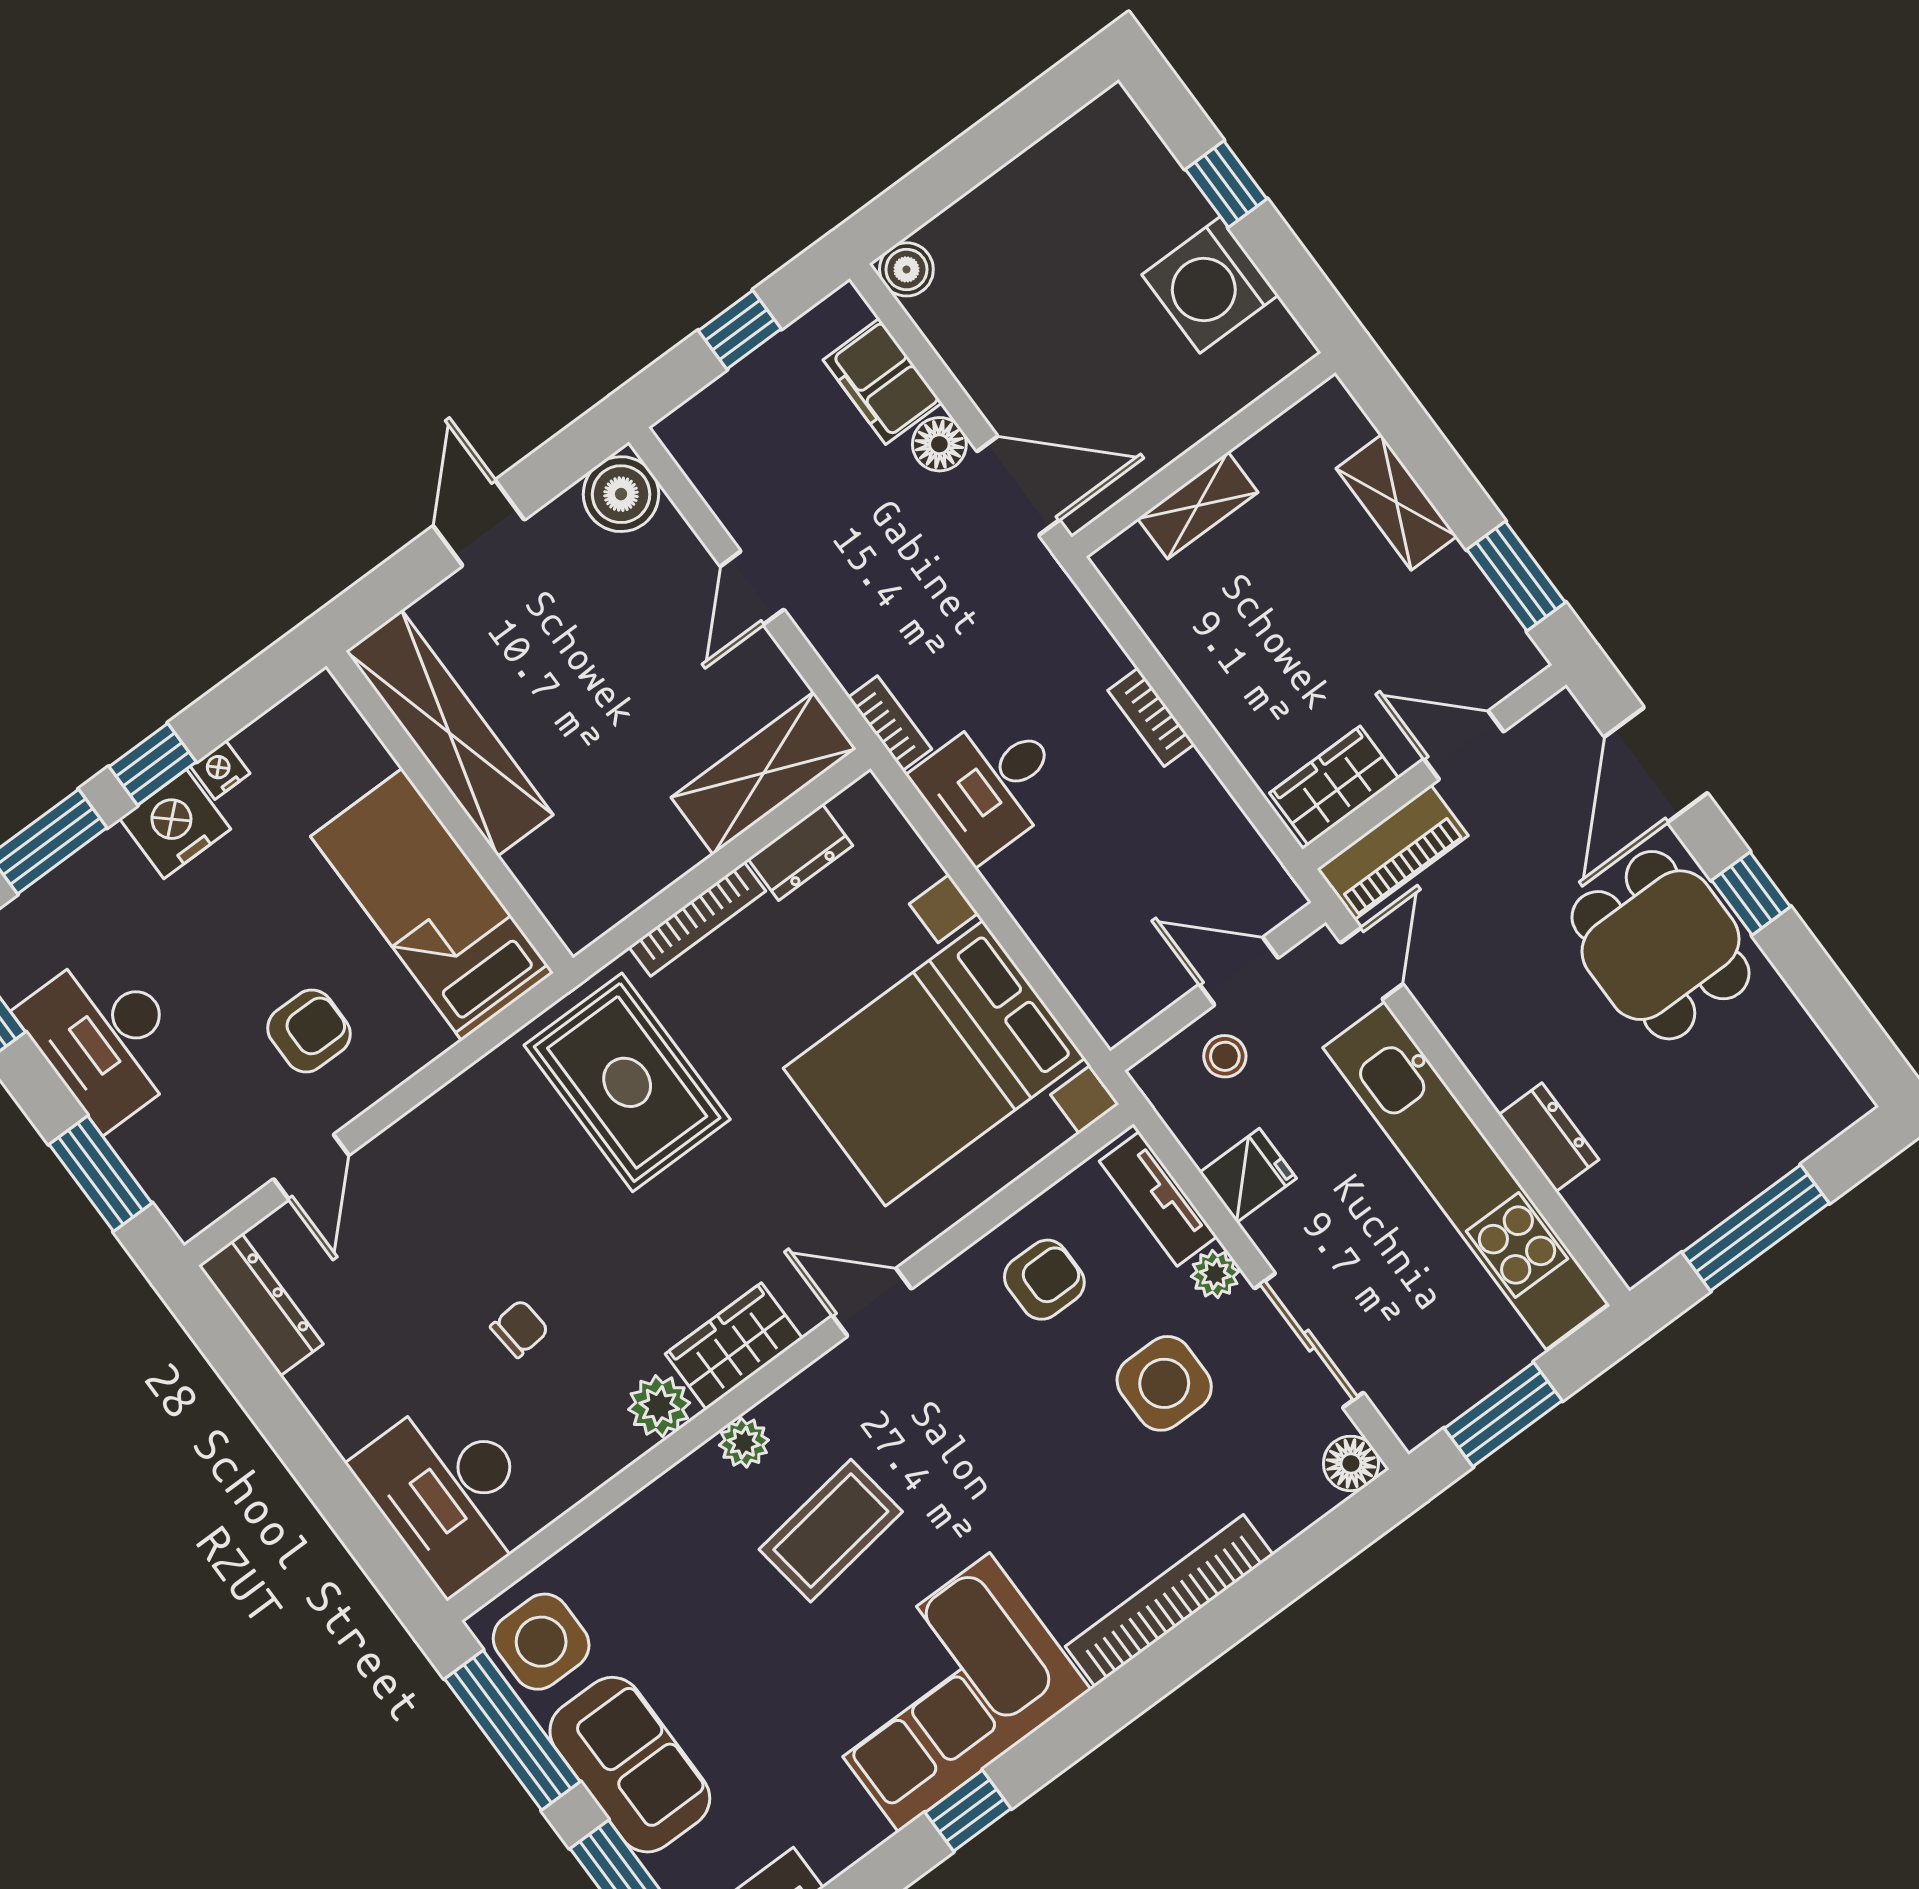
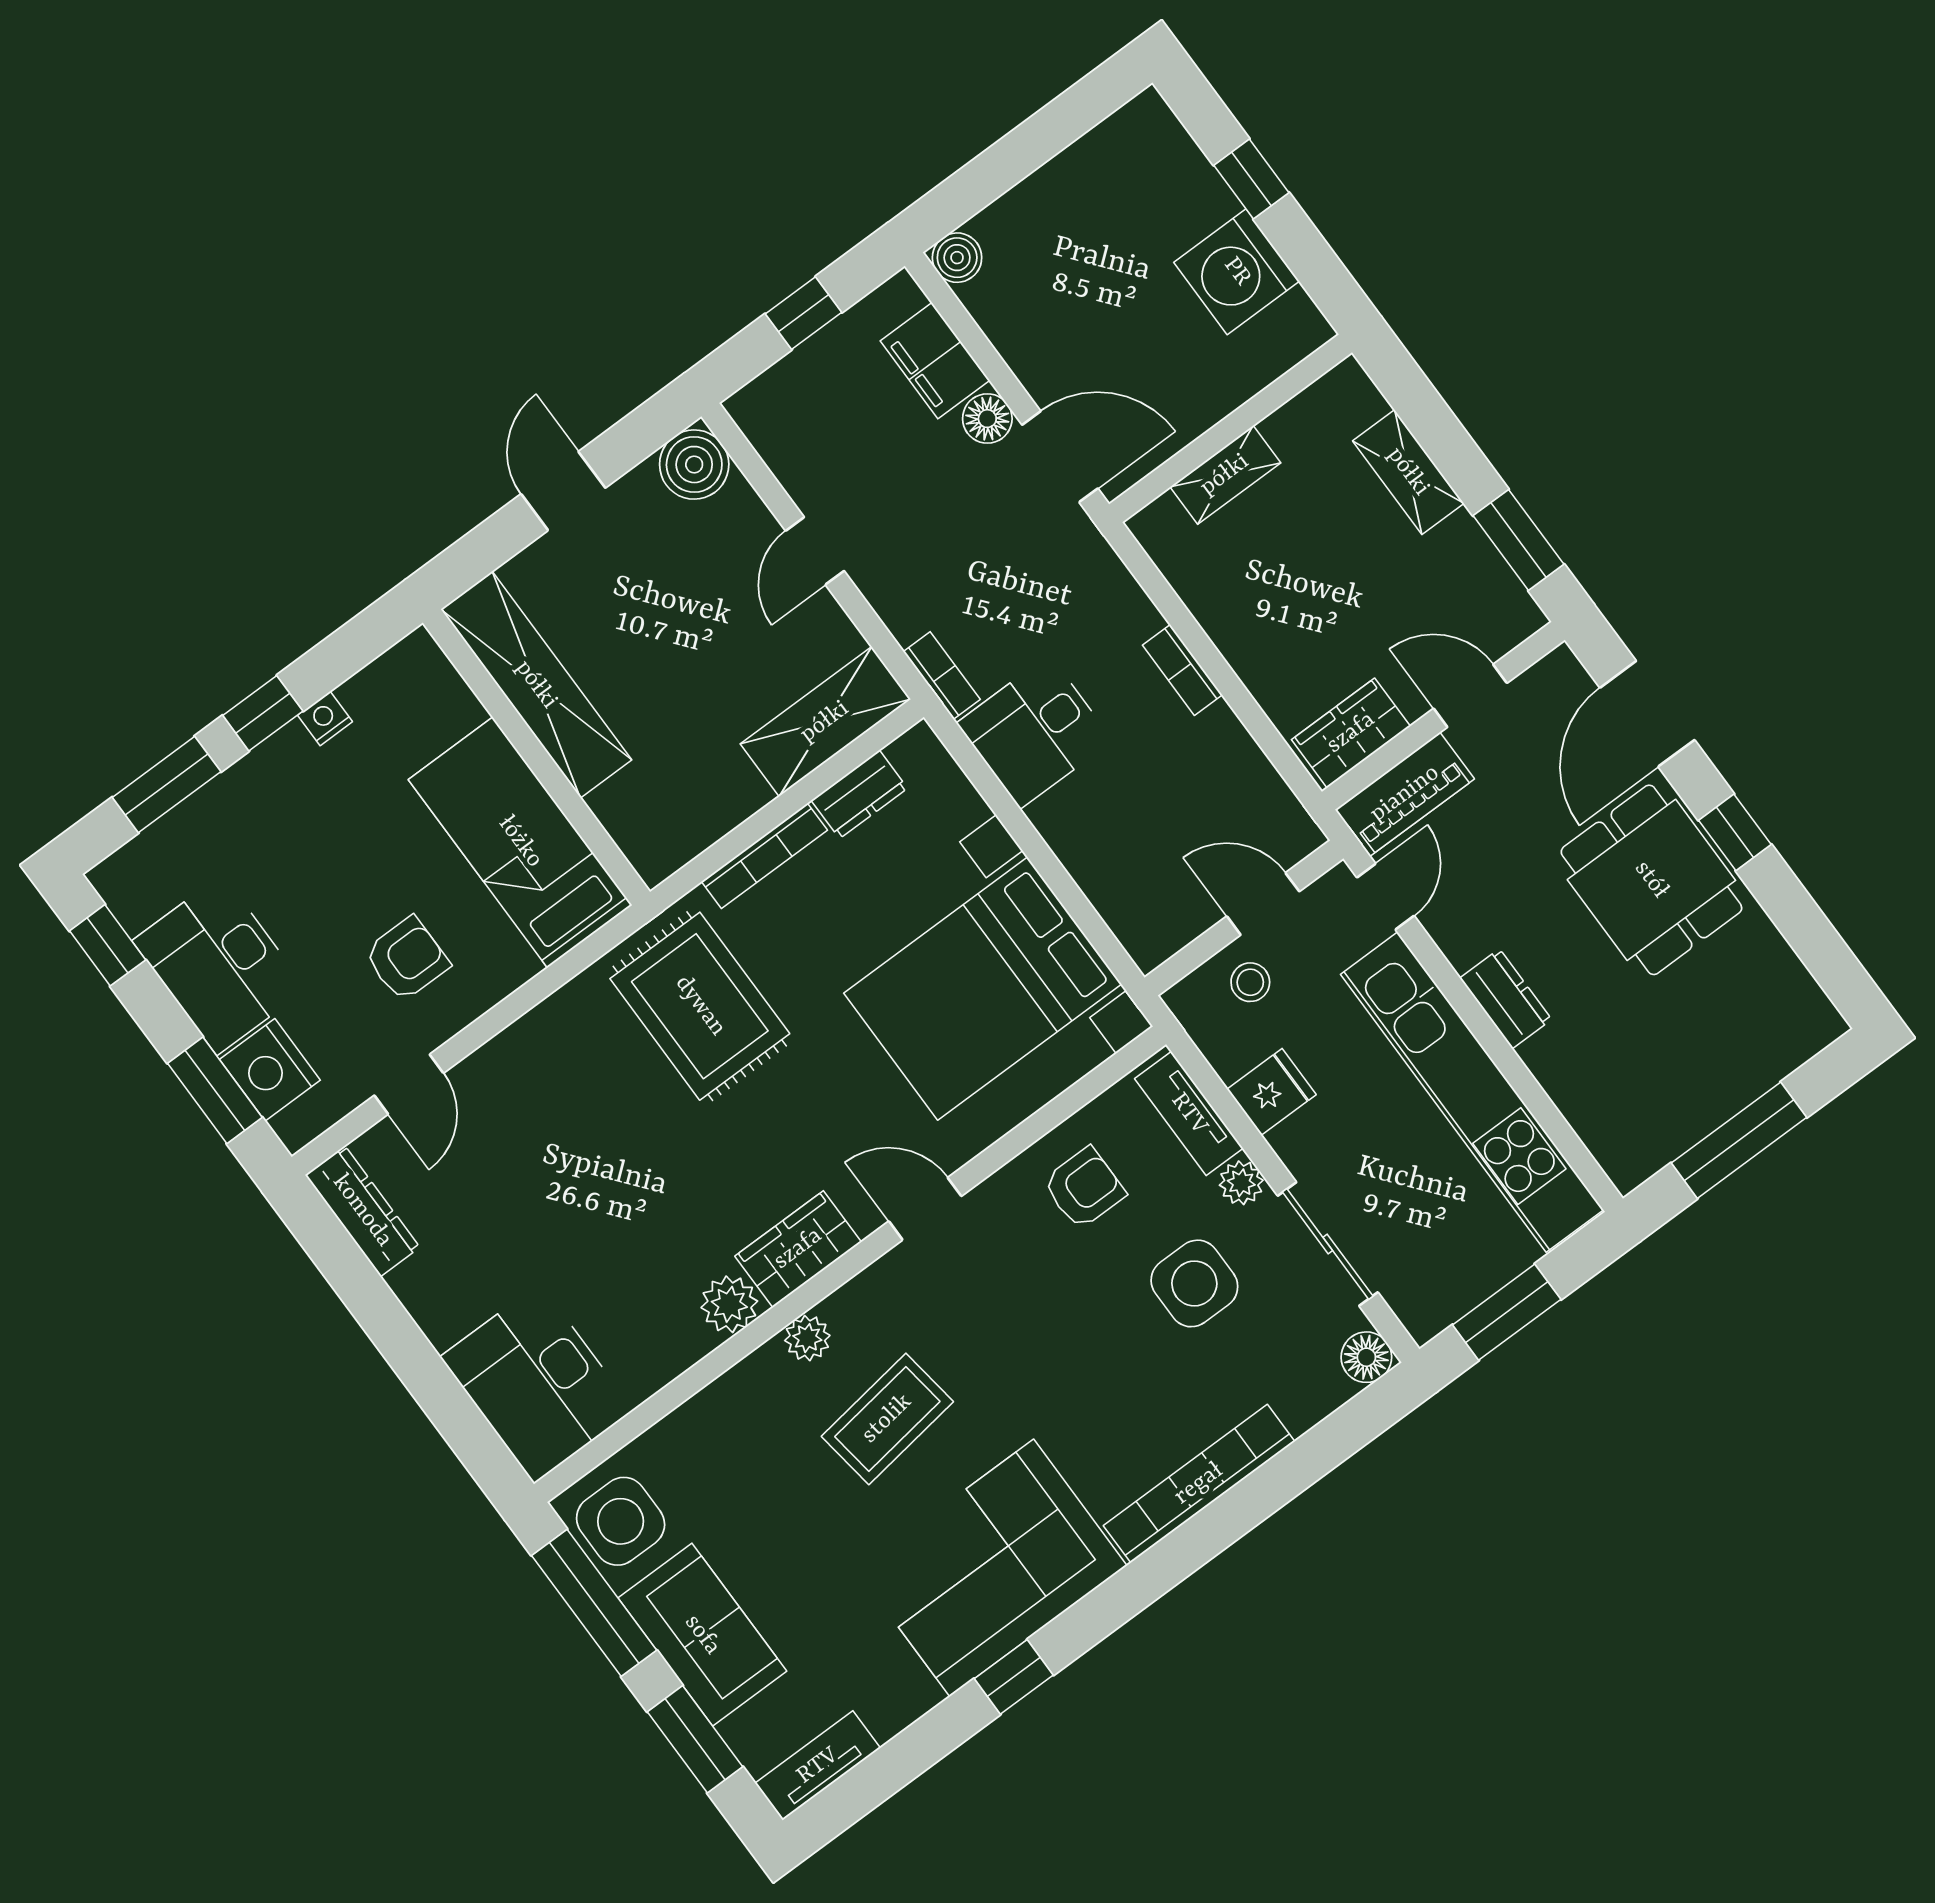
nightstand: (175, 824) -> (270, 1070), moved, turned -90
dresser: (1549, 1137) -> (1506, 999), moved
chair: (519, 1329) -> (601, 1233), removed

